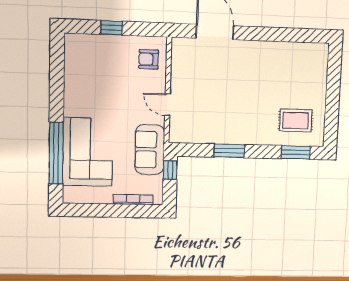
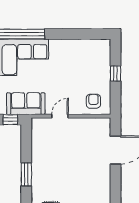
window: (229, 151) -> (26, 174), moved

